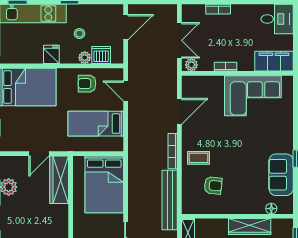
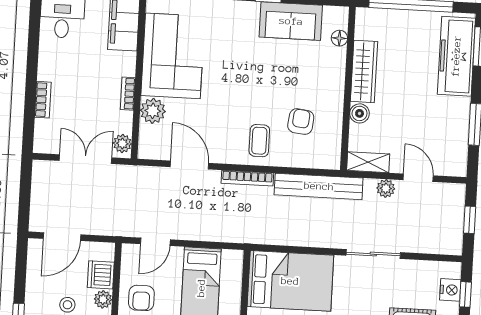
door: (126, 27) -> (62, 237), swing flipped
plant: (215, 84) -> (153, 111), added
boiler: (221, 225) -> (360, 113), added

